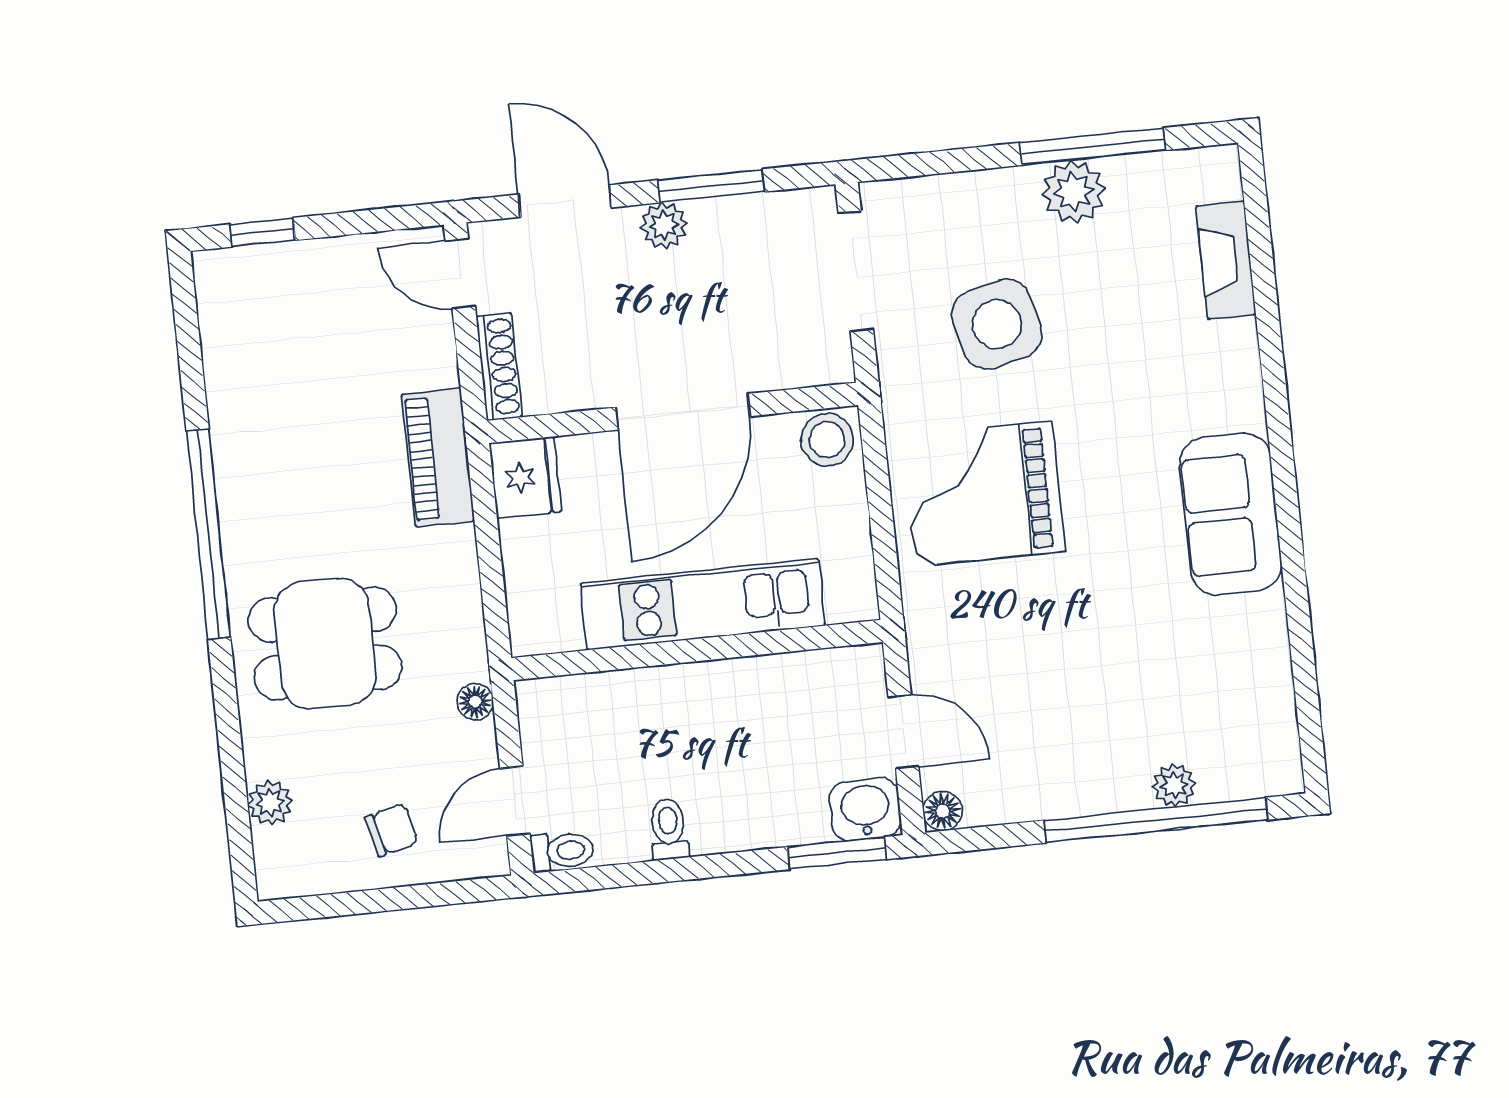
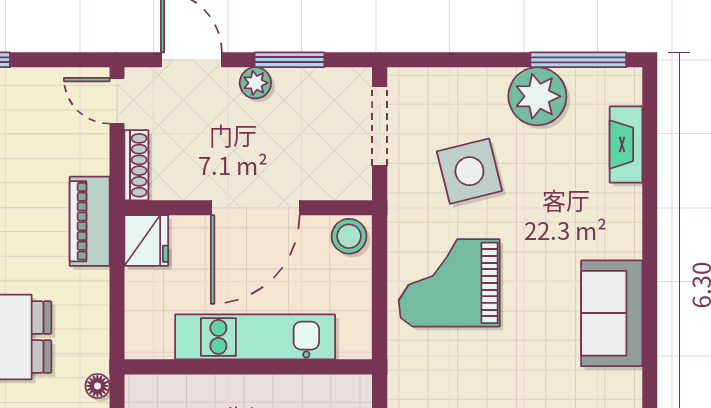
window: (1093, 146) -> (578, 60), moved
plant: (1074, 192) -> (537, 96), width x1.36, depth x1.36

